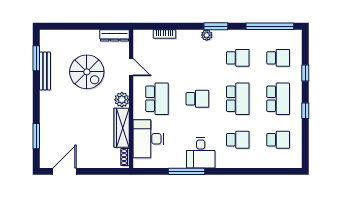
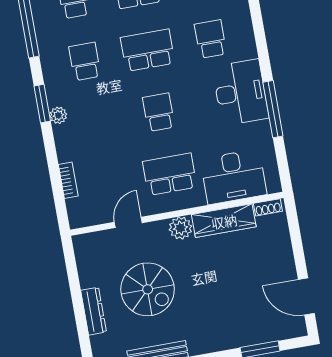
dresser: (115, 35) -> (94, 311), moved
spiral stairs: (87, 72) -> (148, 289), turned 90
desk: (201, 153) -> (241, 92), width x1.37

